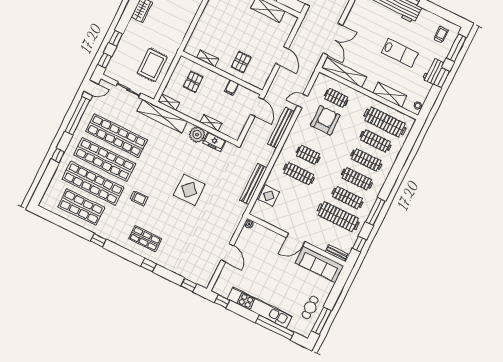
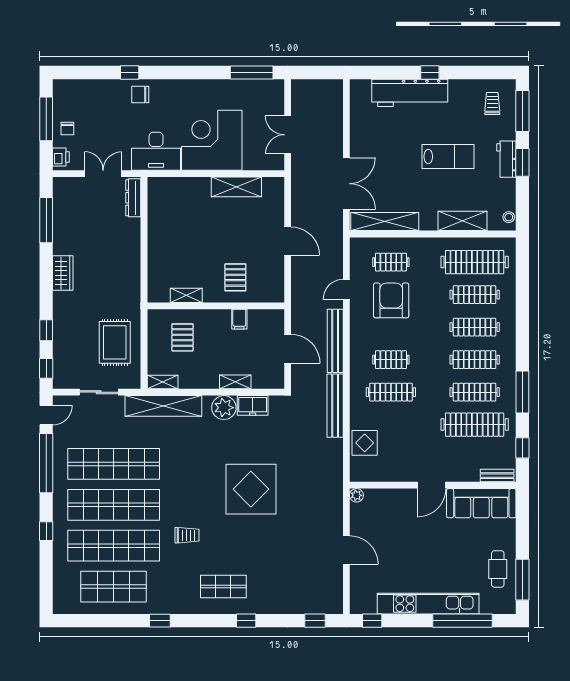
door: (257, 107) -> (288, 349), moved
bench: (253, 184) -> (335, 406), moved
display table: (189, 190) -> (251, 489), width x1.36, depth x1.36

